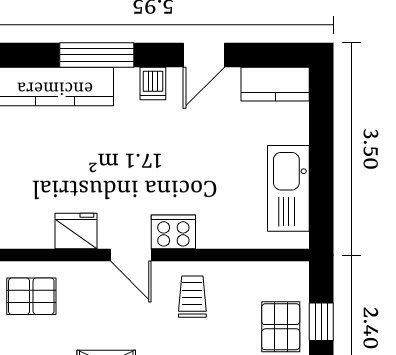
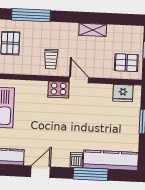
dishwasher: (153, 84) -> (76, 160), moved
fridge: (76, 231) -> (123, 93), moved

